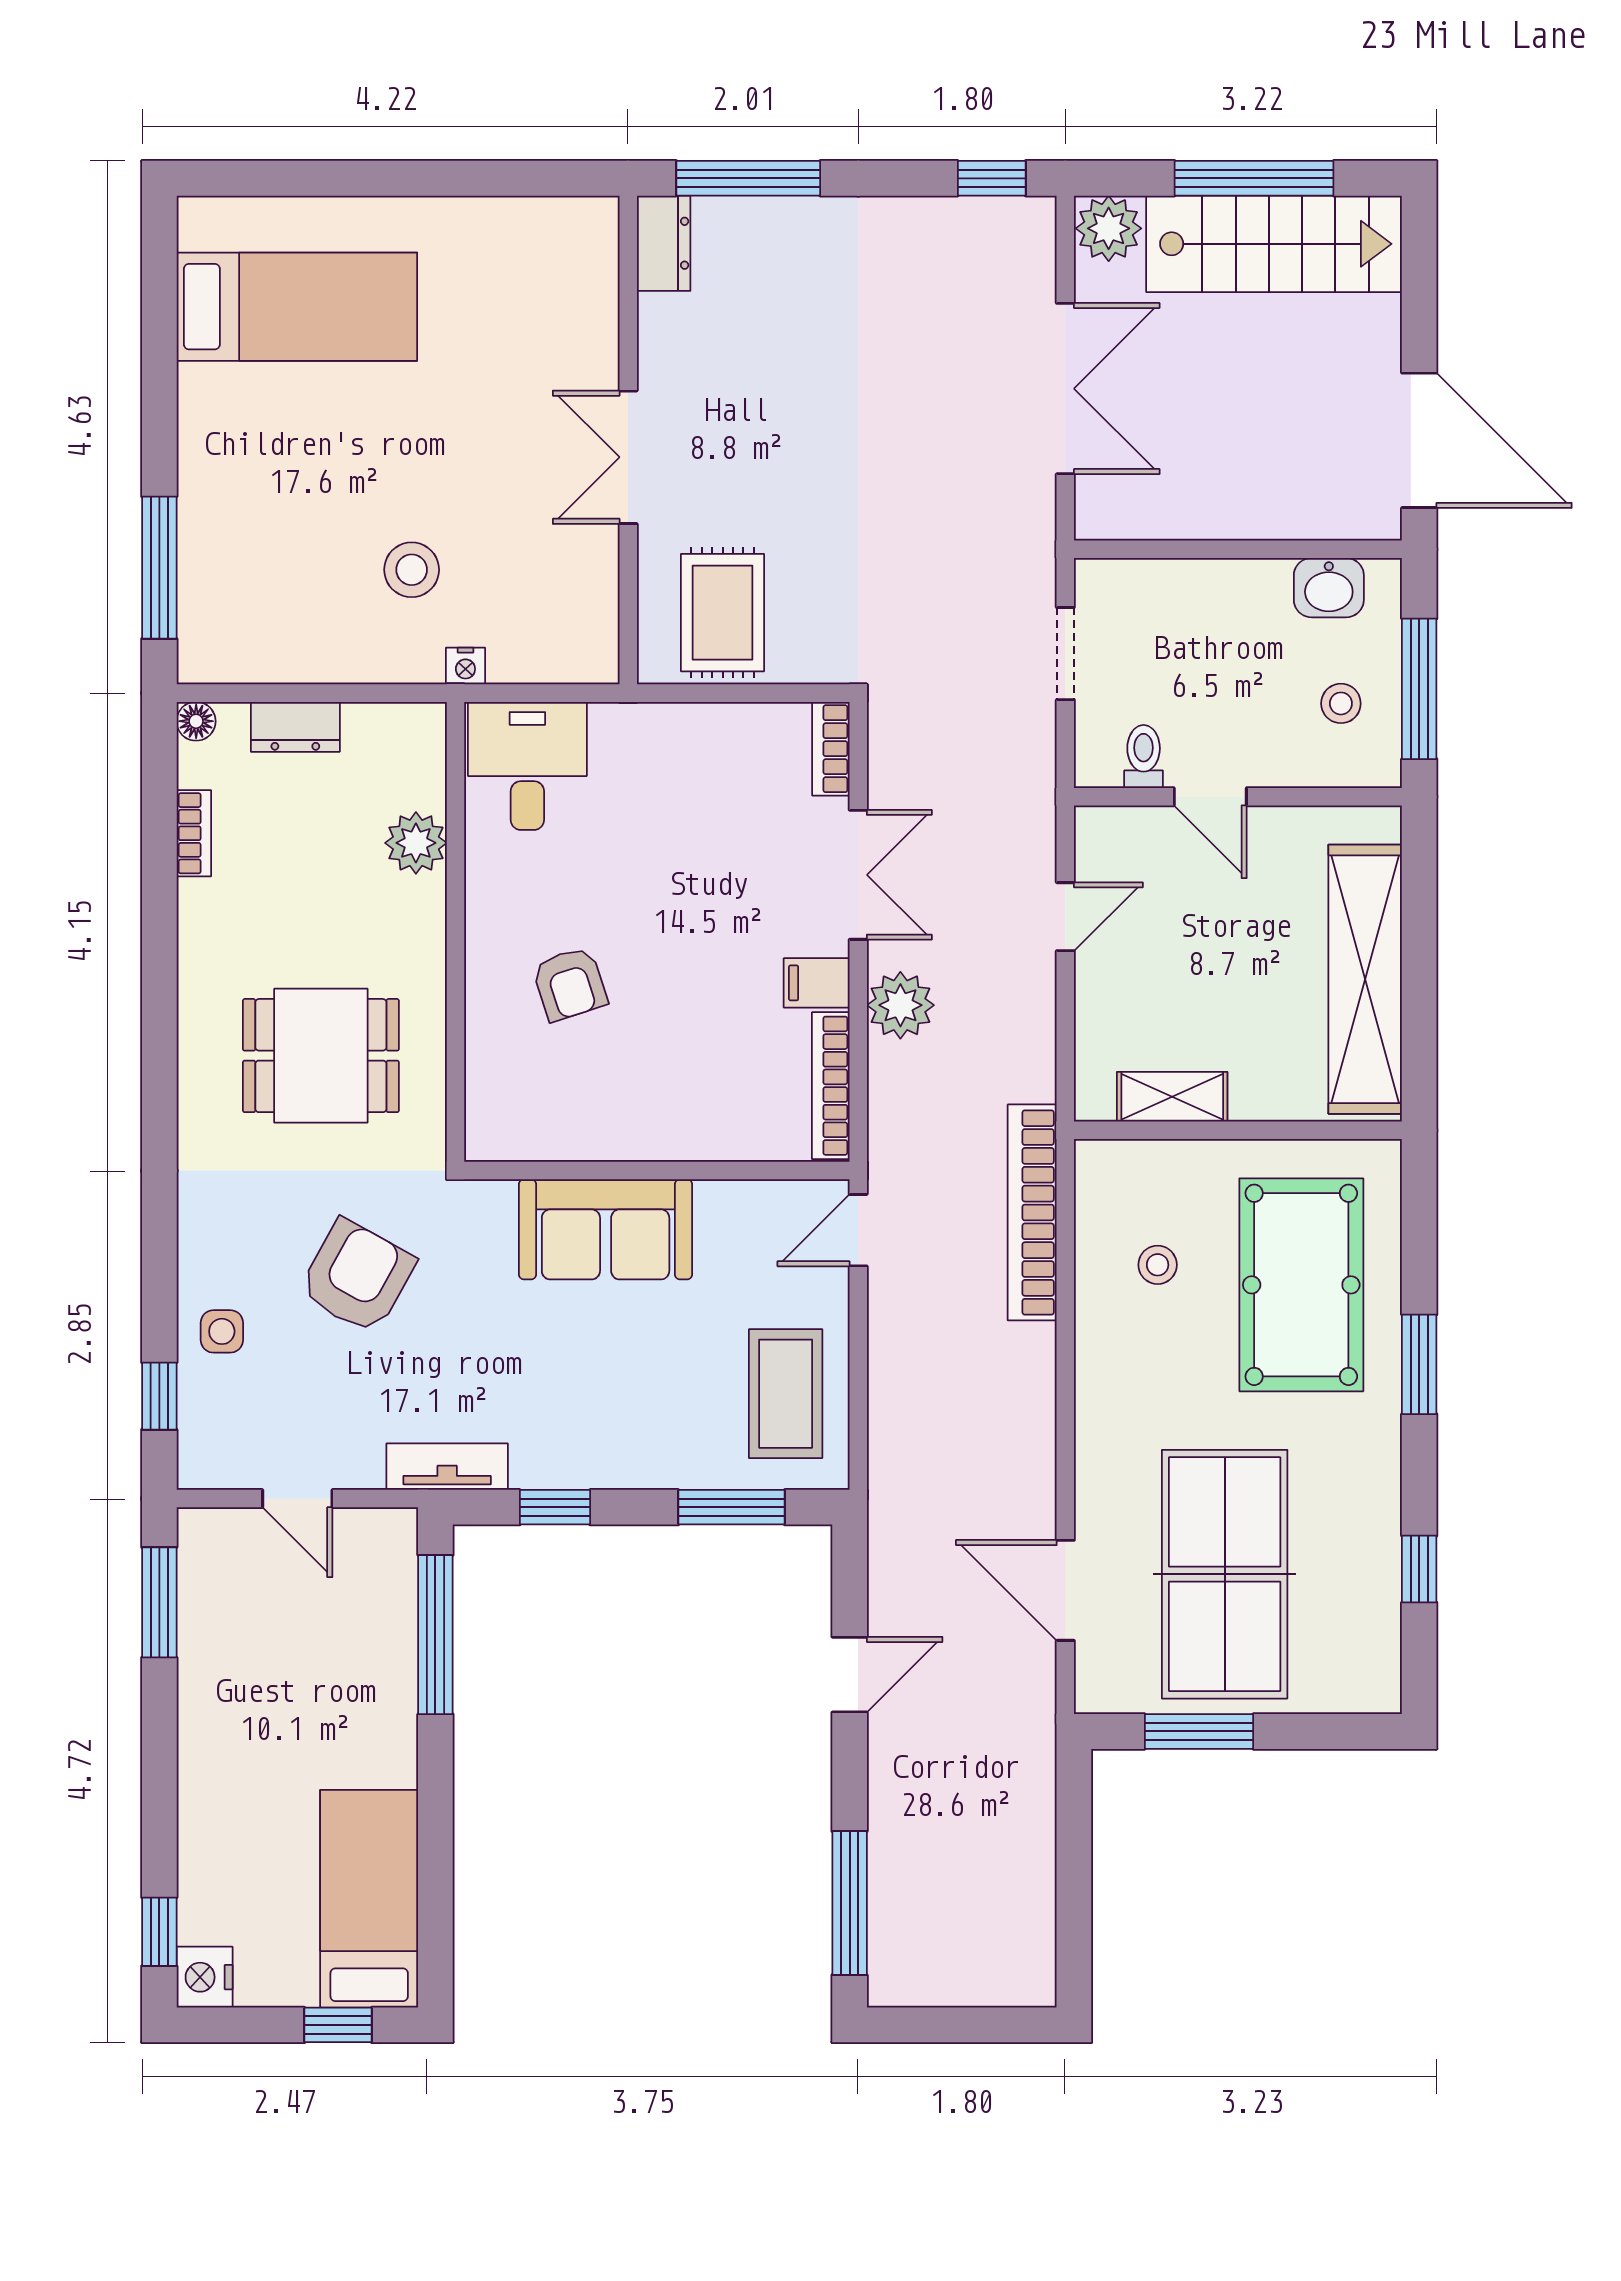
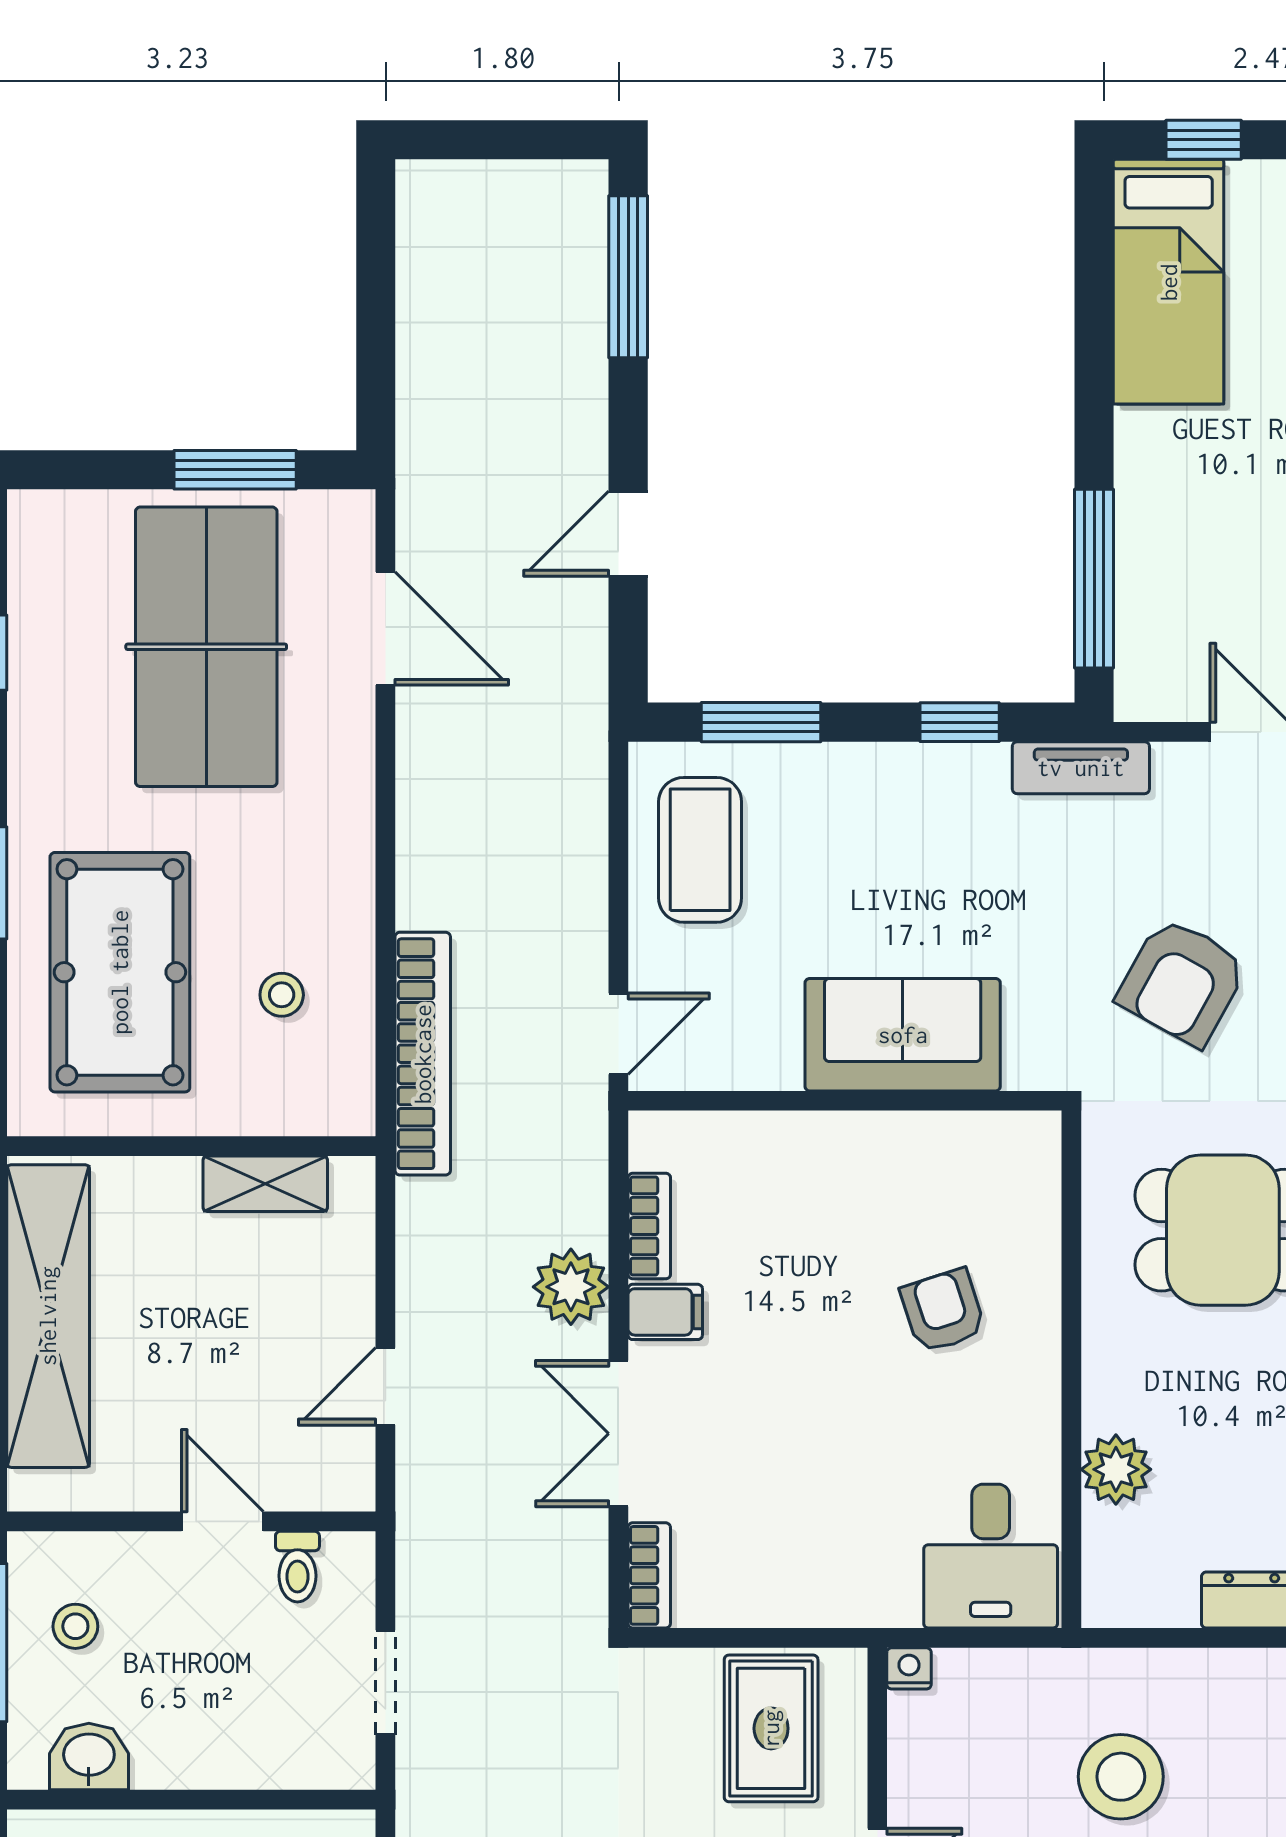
stool: (412, 570) -> (1121, 1777), width x1.38, depth x1.38
nightstand: (465, 666) -> (909, 1668), moved
bookcase: (831, 1086) -> (649, 1226), width x0.64

